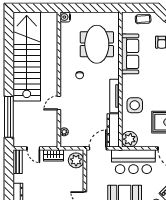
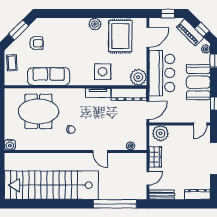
tv unit: (114, 96) -> (98, 93), width x0.71
door: (98, 148) -> (148, 110), swing flipped

